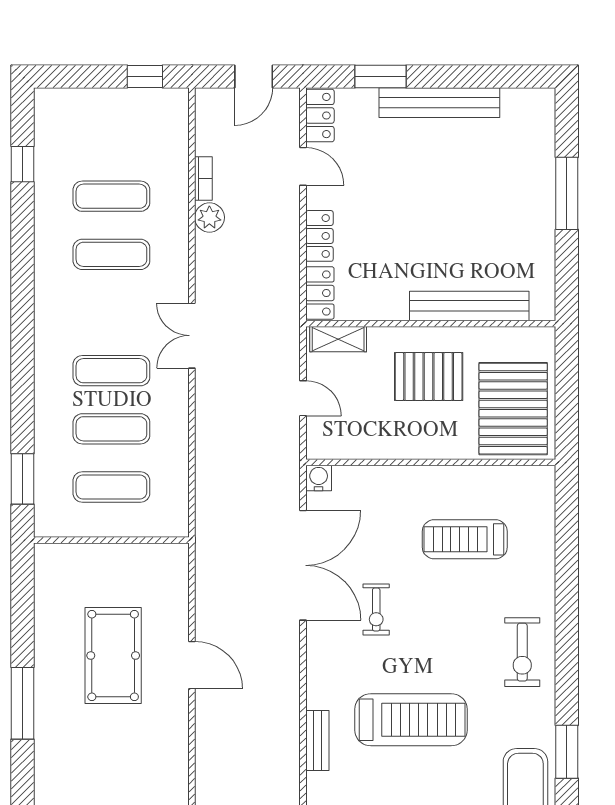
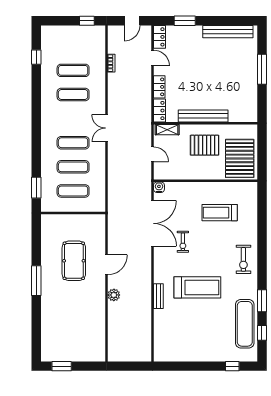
bench: (439, 103) -> (228, 32), moved
plant: (209, 217) -> (114, 295), moved
bench: (469, 306) -> (203, 116), moved
door: (192, 665) -> (106, 265), hinge flipped

